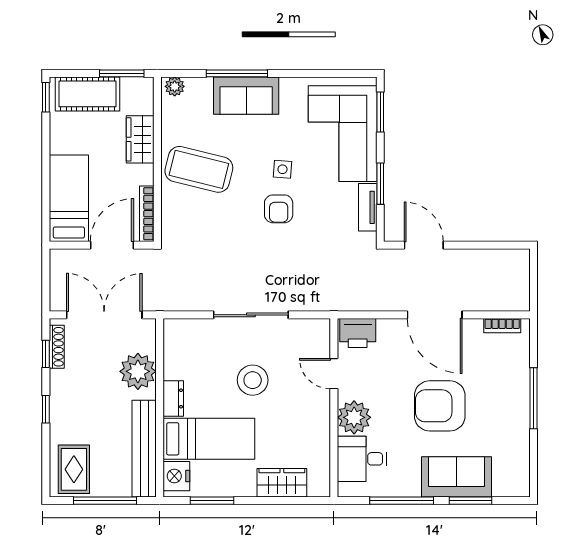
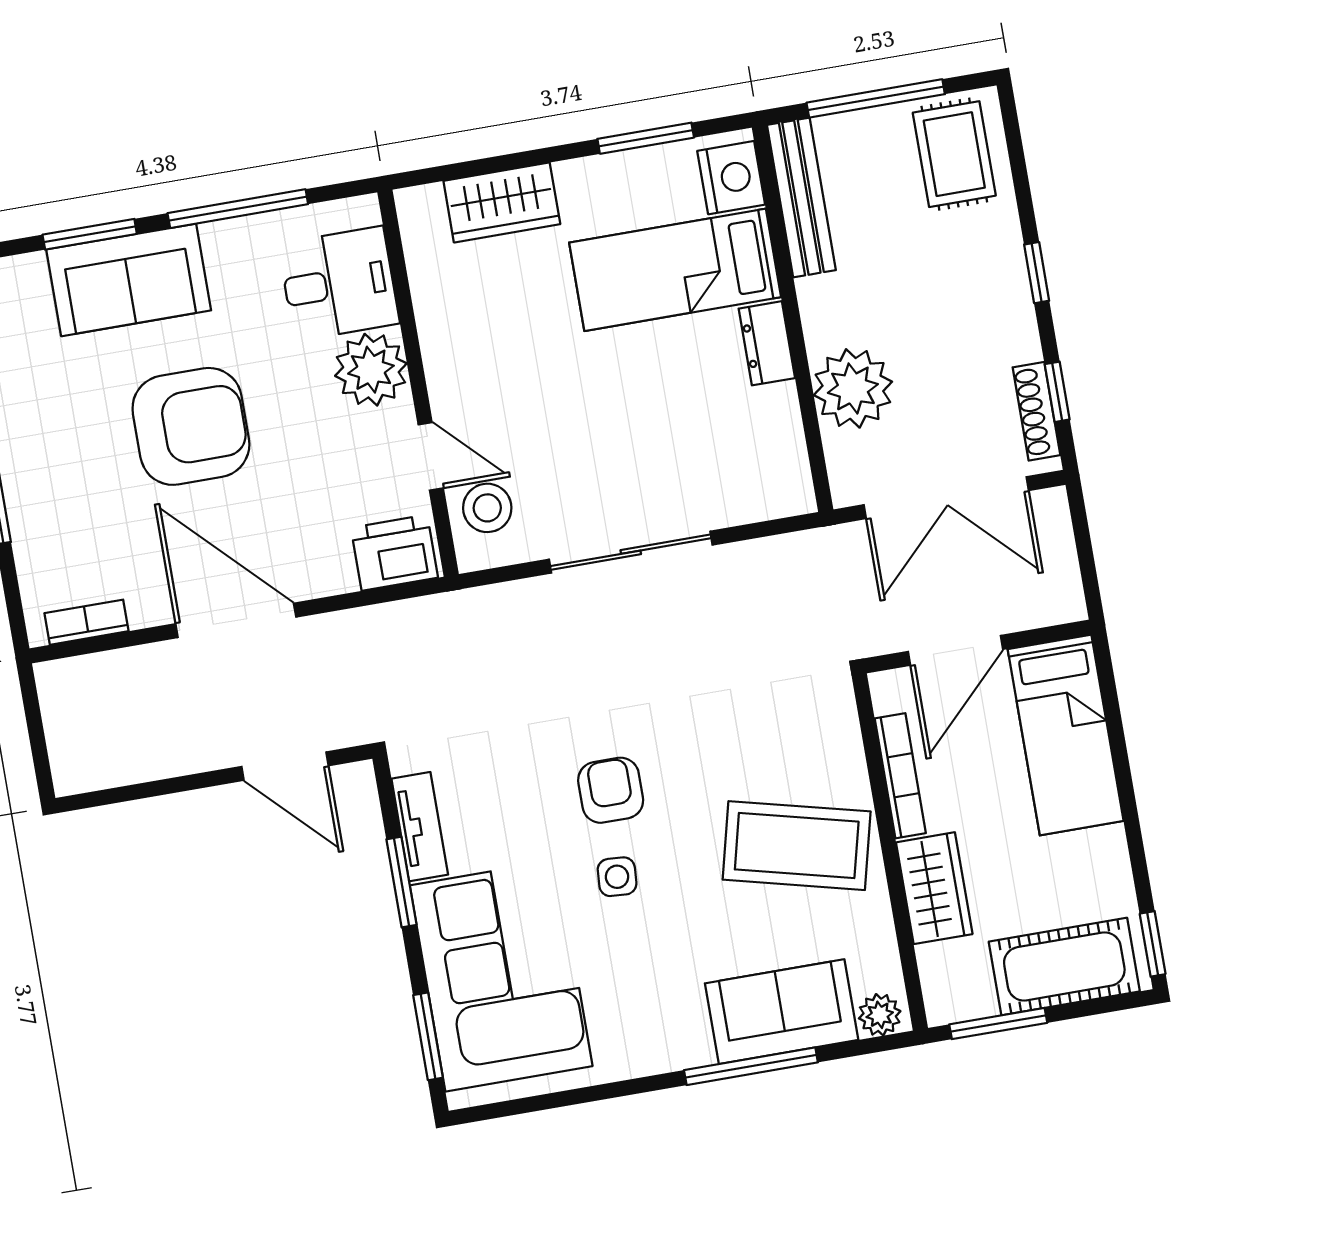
sofa: (246, 96) -> (782, 1012), moved
bookcase: (147, 214) -> (900, 776), moved
stool: (253, 380) -> (487, 508), moved, width x0.73, depth x0.73
bench: (144, 449) -> (801, 198), width x0.73, depth x0.82

